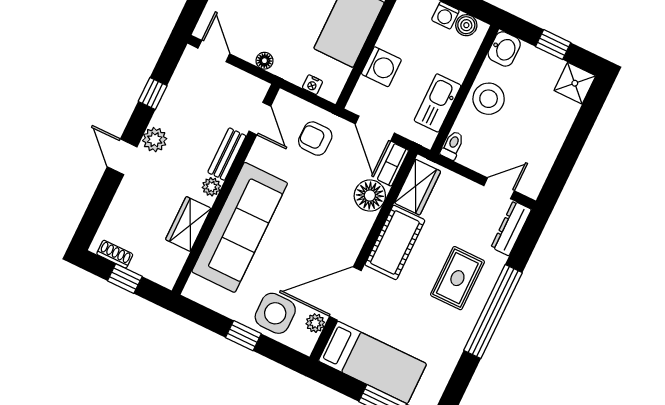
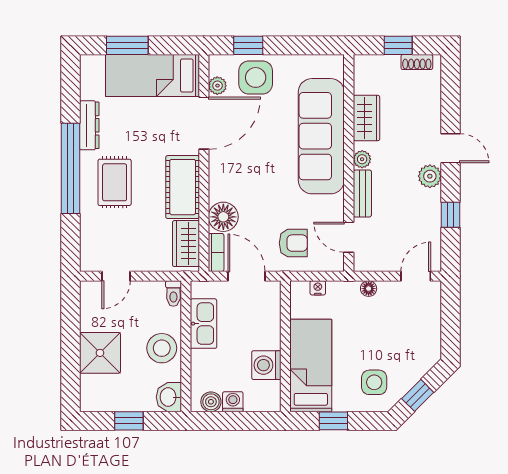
door: (214, 51) -> (416, 276), swing flipped
washing machine: (381, 67) -> (266, 365), moved
shower: (575, 83) -> (100, 353), moved, width x1.36, depth x1.36
dresser: (511, 228) -> (89, 125), moved
window: (243, 336) -> (248, 45), moved

